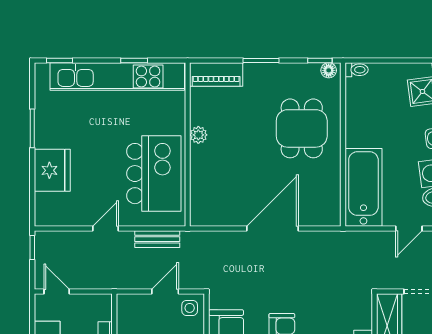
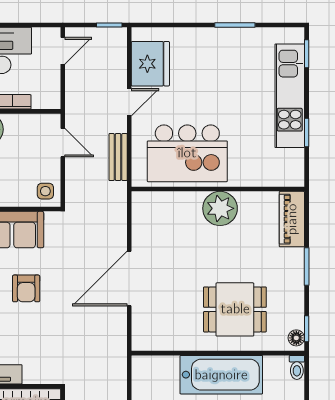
kitchen unit: (117, 77) -> (290, 96), width x0.73
plant: (198, 135) -> (220, 208), width x1.88, depth x1.88
fridge: (52, 170) -> (150, 64), moved, turned -90
bathtub: (363, 187) -> (221, 375), moved
door: (106, 228) -> (129, 102), hinge flipped
door: (272, 228) -> (129, 279), swing flipped
door: (165, 291) -> (63, 143), moved

